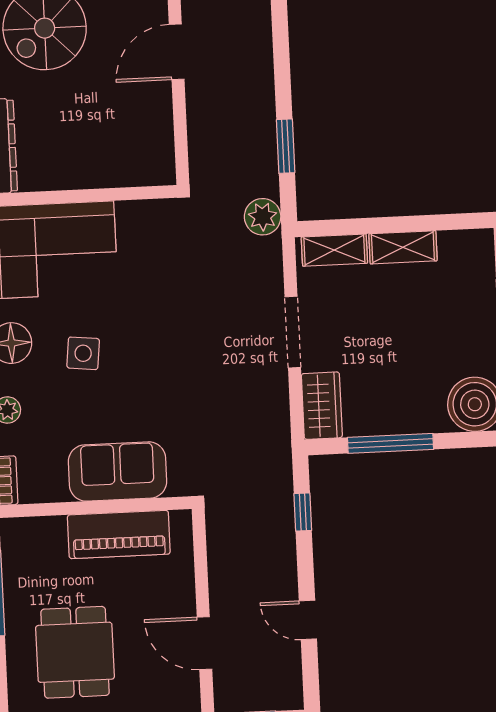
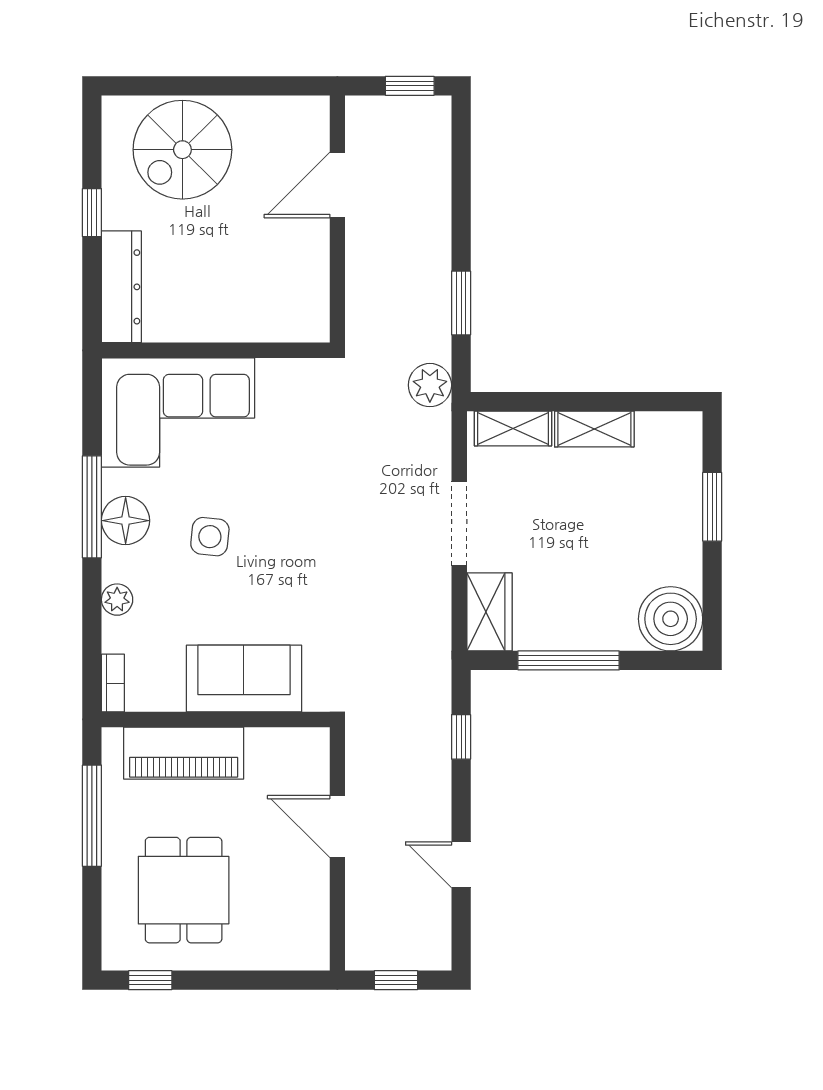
piano: (119, 535) -> (184, 753), moved
door: (205, 643) -> (337, 826), moved

